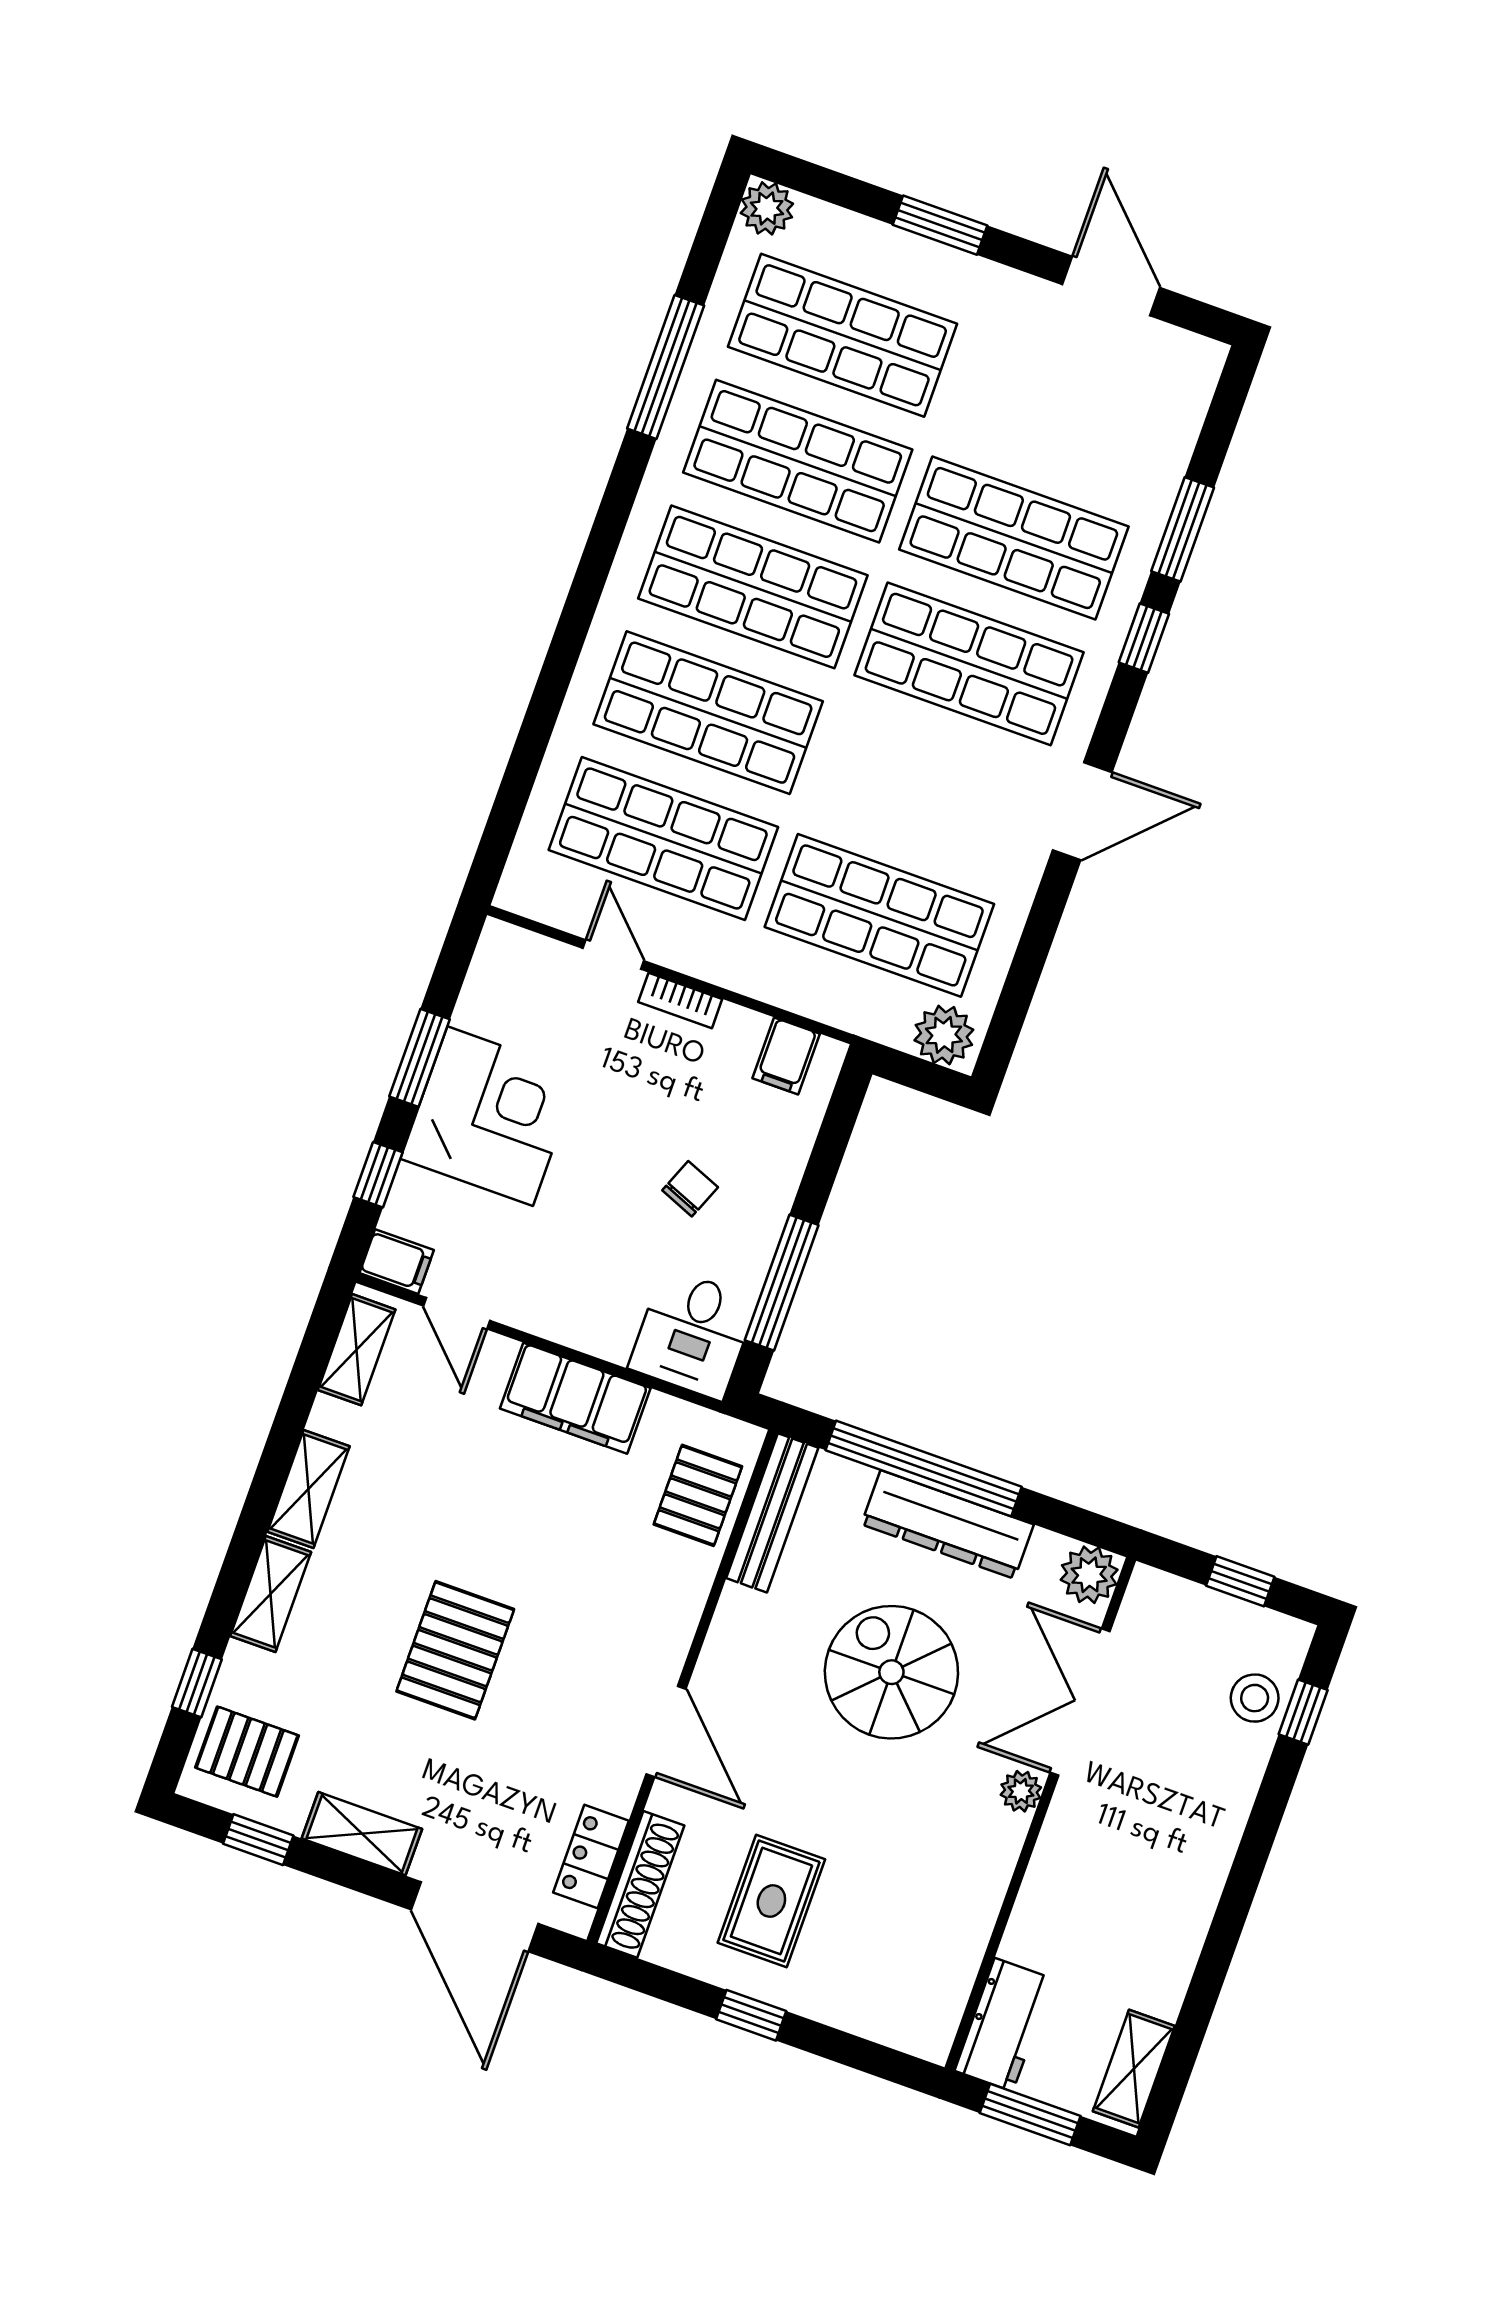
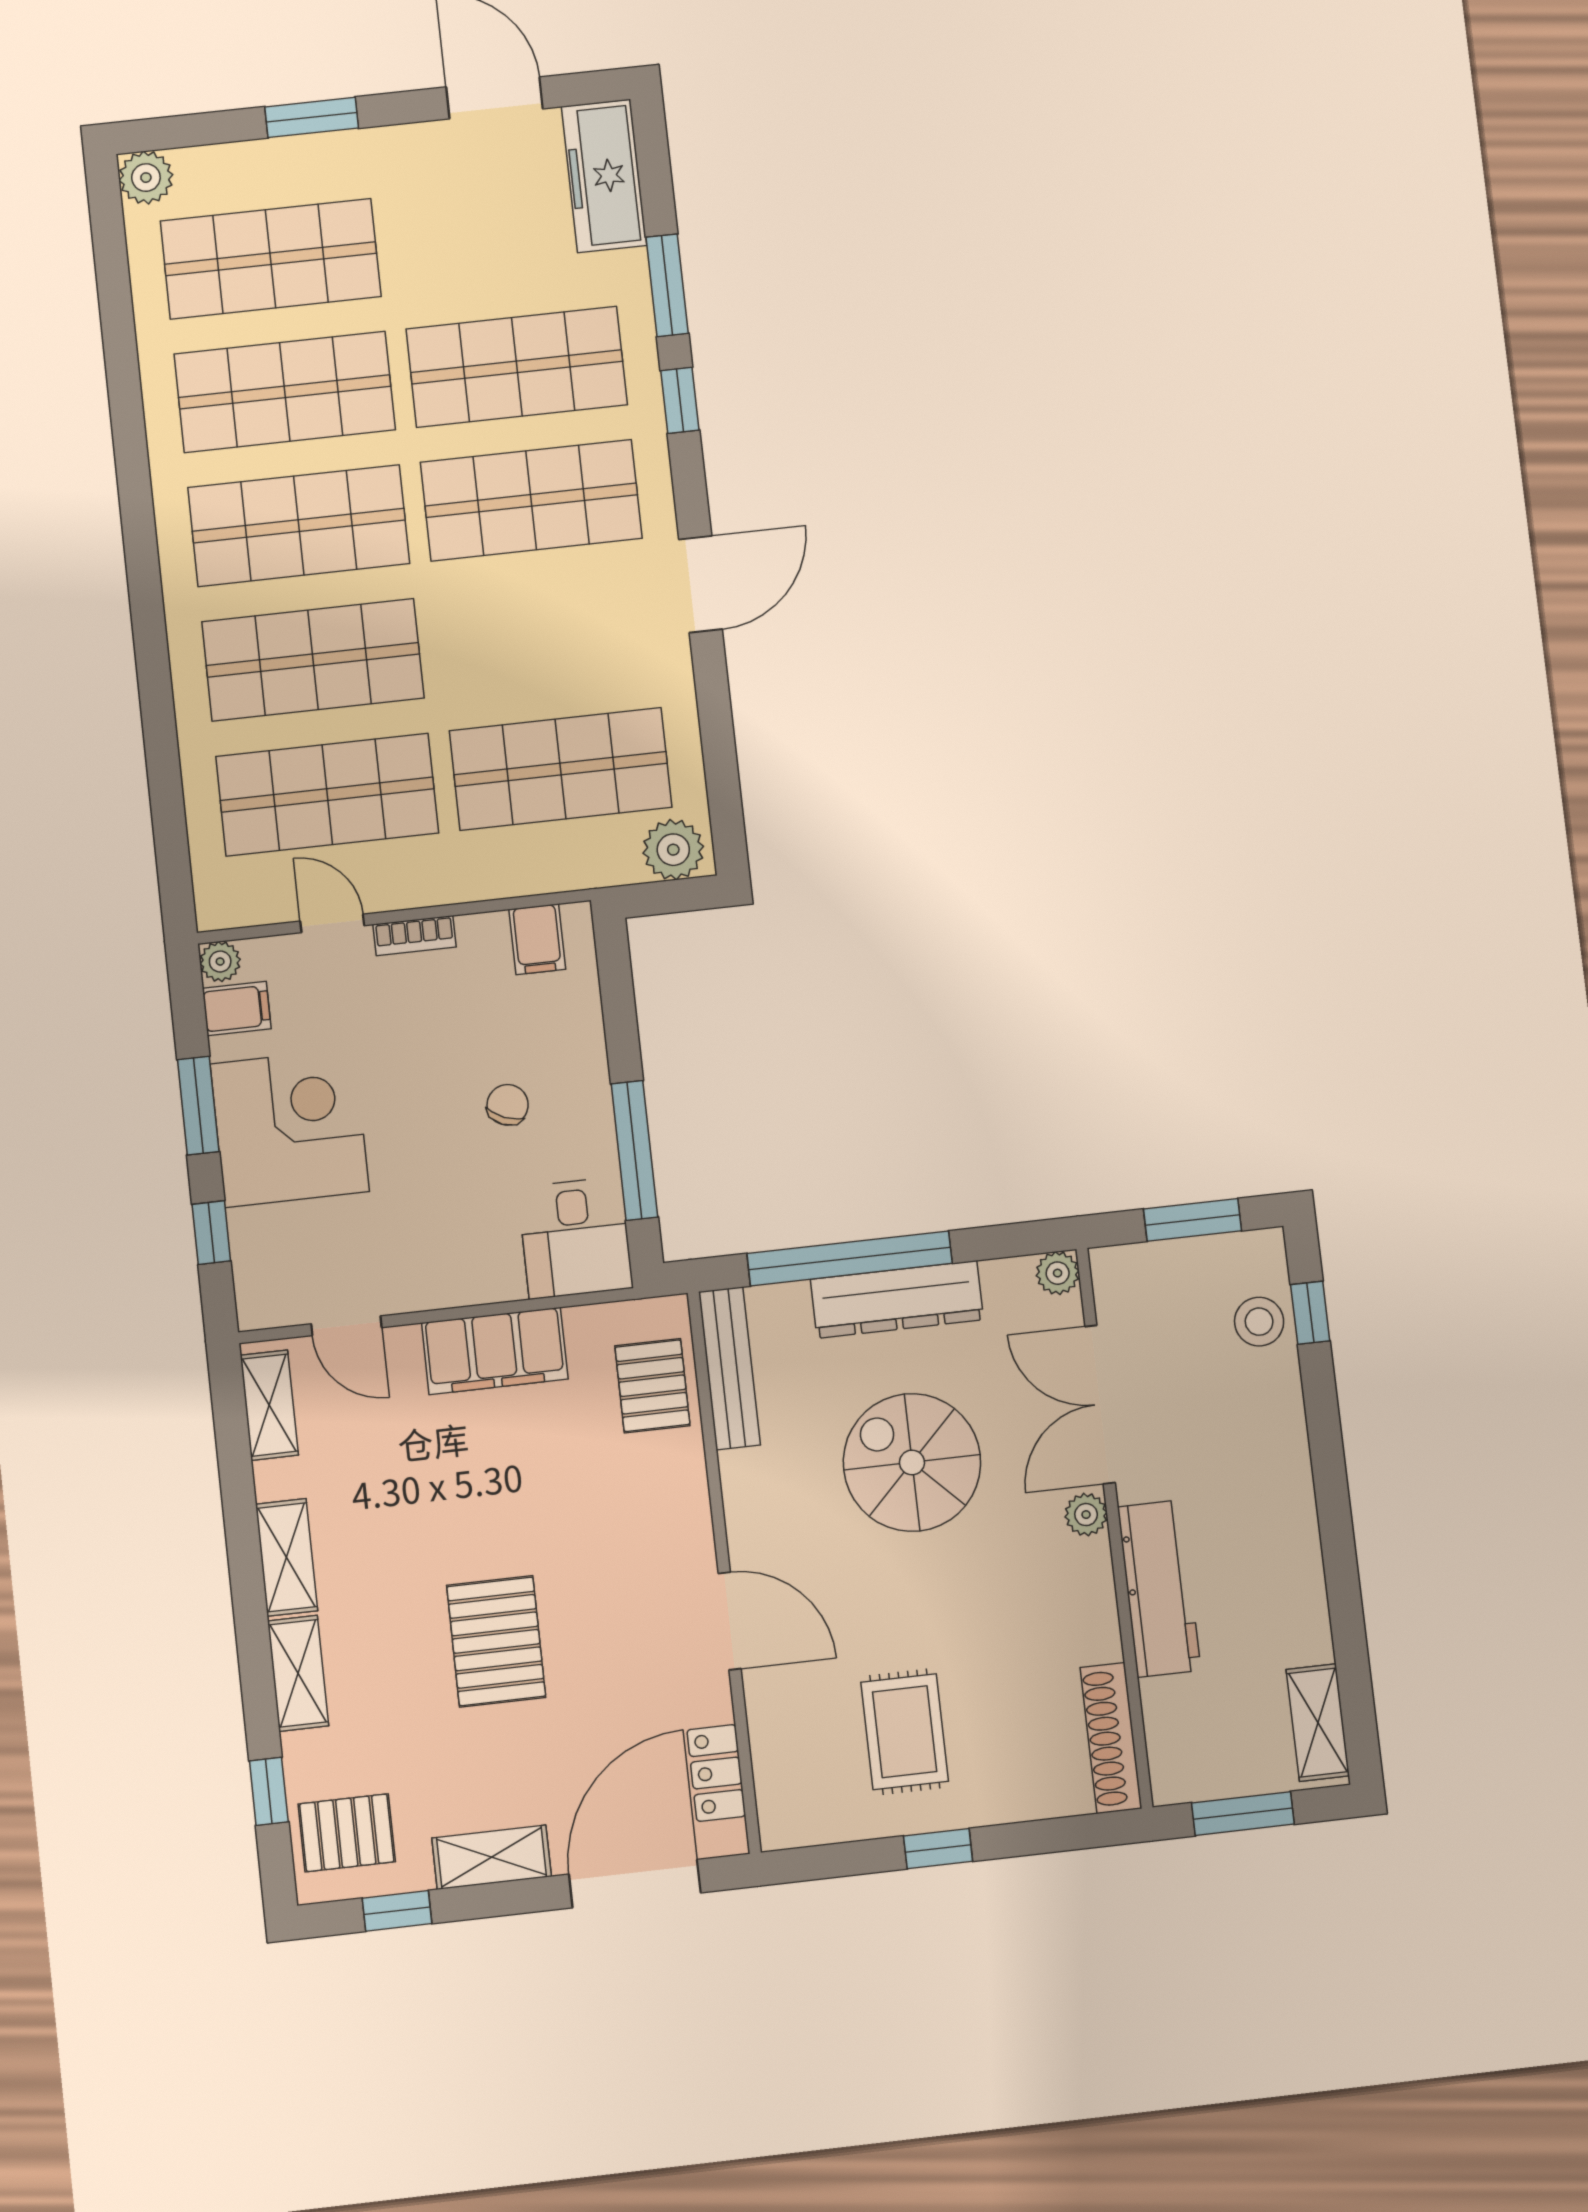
window: (666, 367) -> (122, 365), removed
freezer: (1174, 404) -> (604, 176), added
plant: (499, 940) -> (220, 962), added
filing cabinet: (397, 1262) -> (237, 1009), moved
plant: (1089, 1575) -> (1058, 1273), width x0.73, depth x0.73
window: (1240, 1581) -> (1193, 1220), width x1.50
shoe rack: (640, 1884) -> (1111, 1738), moved, turned 180
door: (475, 1917) -> (635, 1884), swing flipped
workbench: (1004, 2025) -> (1159, 1589), moved, width x1.38

